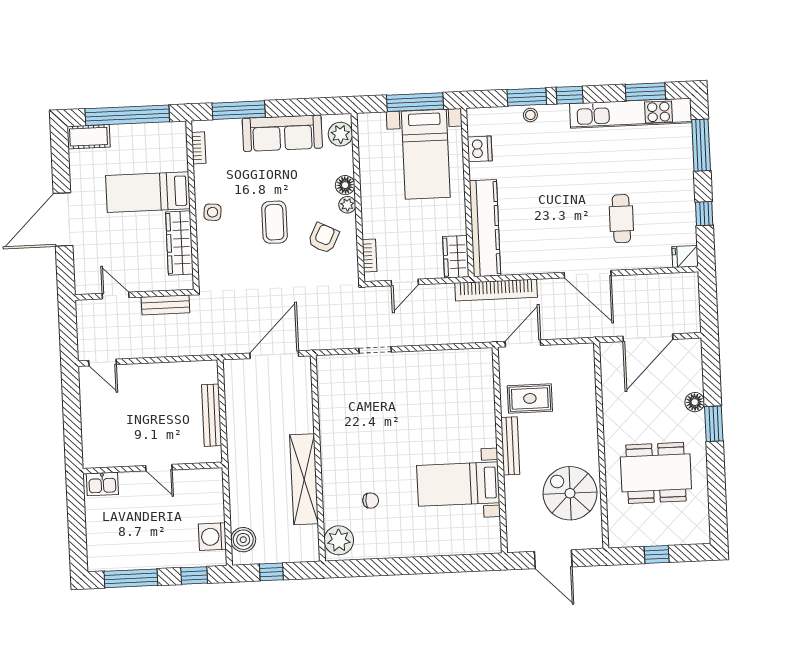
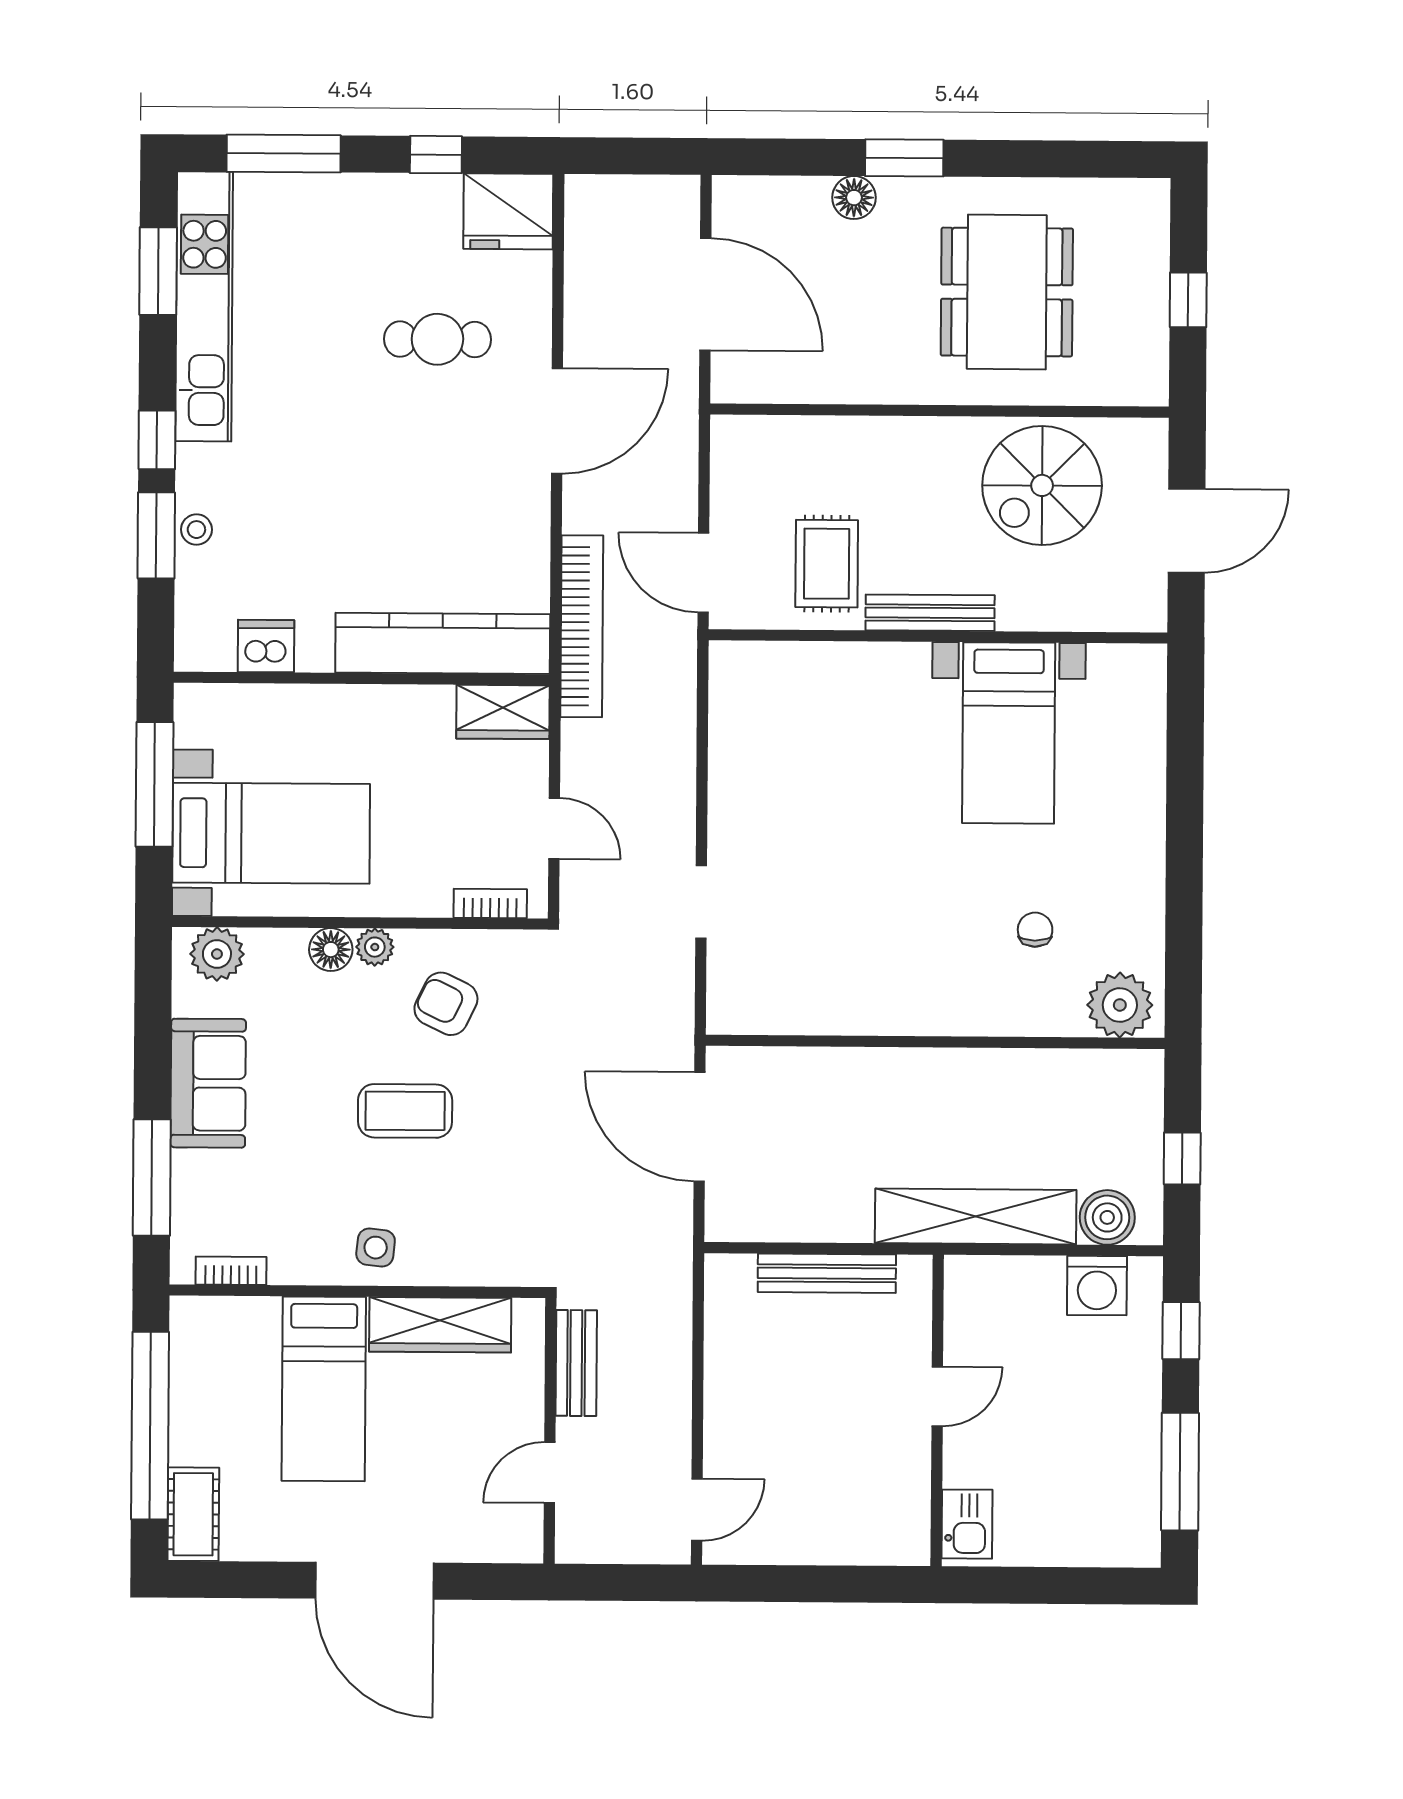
sofa: (282, 133) -> (208, 1083), width x0.73
bed with nightstands: (426, 154) -> (271, 833), moved
fridge: (685, 257) -> (508, 211), width x1.88, depth x1.34
shelving: (304, 479) -> (976, 1217), moved

